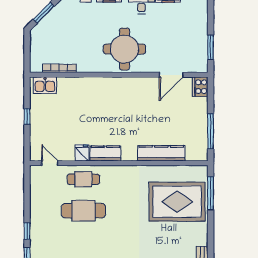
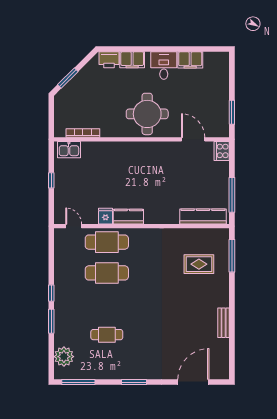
door: (171, 75) -> (193, 139), swing flipped
kitchen counter: (161, 153) -> (203, 217), moved
cafe table: (83, 179) -> (107, 242), width x1.37, depth x1.35
rug: (177, 202) -> (199, 264), width x0.54, depth x0.49

